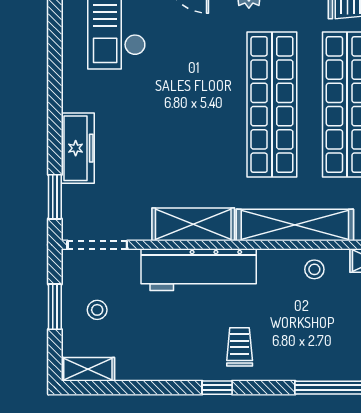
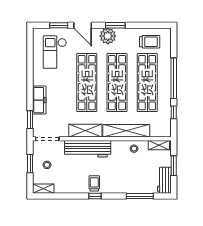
shop shelf: (197, 104) -> (87, 83), added
trolley: (240, 347) -> (94, 183), moved

